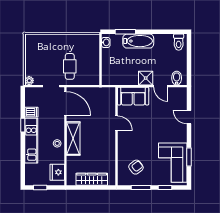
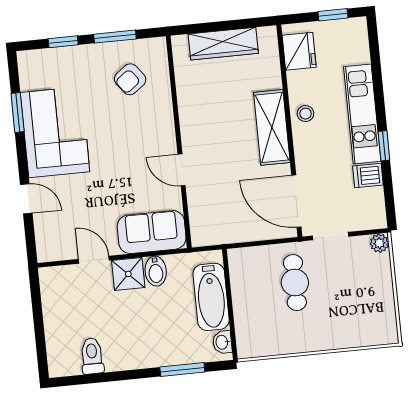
bathtub: (138, 41) -> (211, 297), moved, turned -90
toilet: (179, 42) -> (92, 356), moved
bidet: (177, 78) -> (156, 271), moved
corner sofa: (173, 163) -> (55, 132), moved

